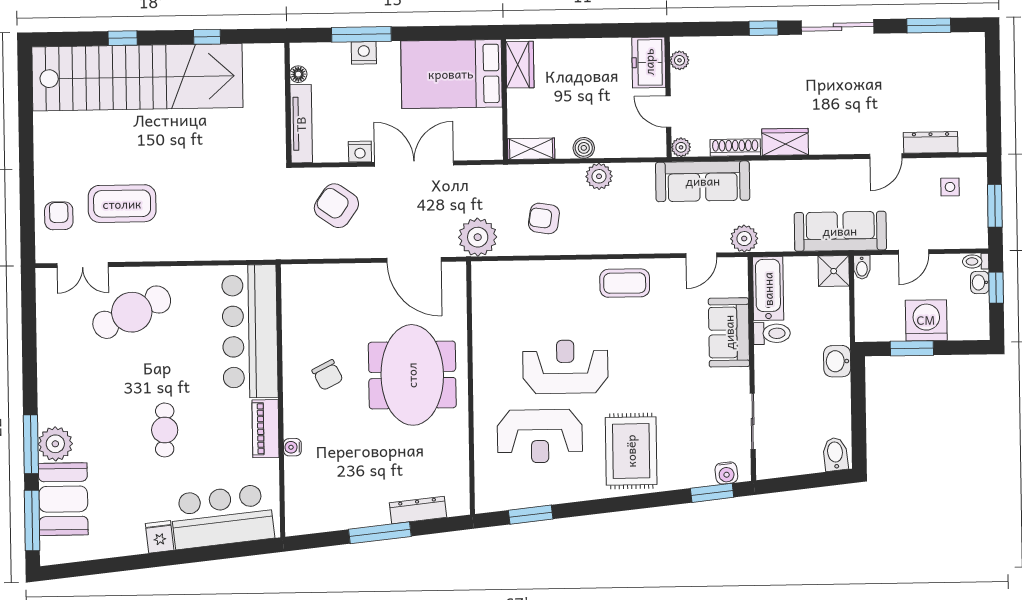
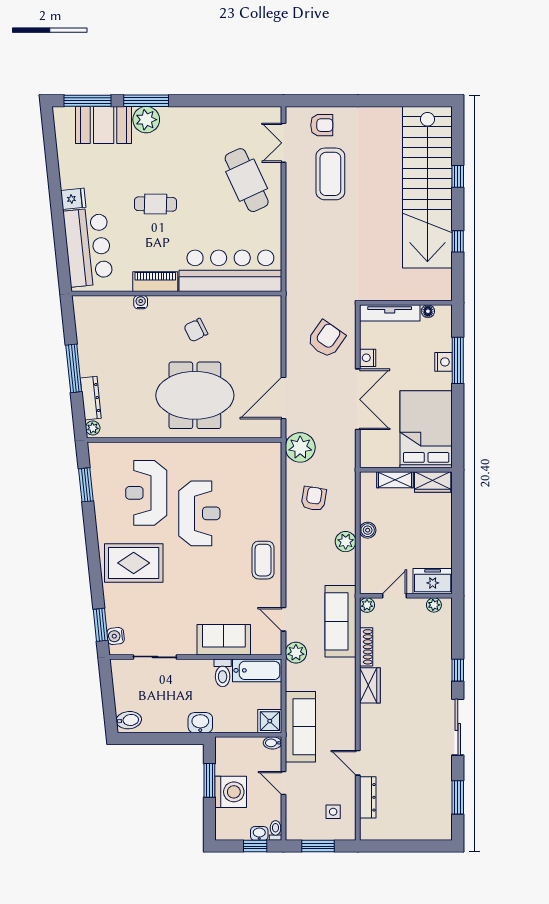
shelving: (531, 149) -> (395, 480), moved, turned 90
plant: (457, 507) -> (93, 428), added

